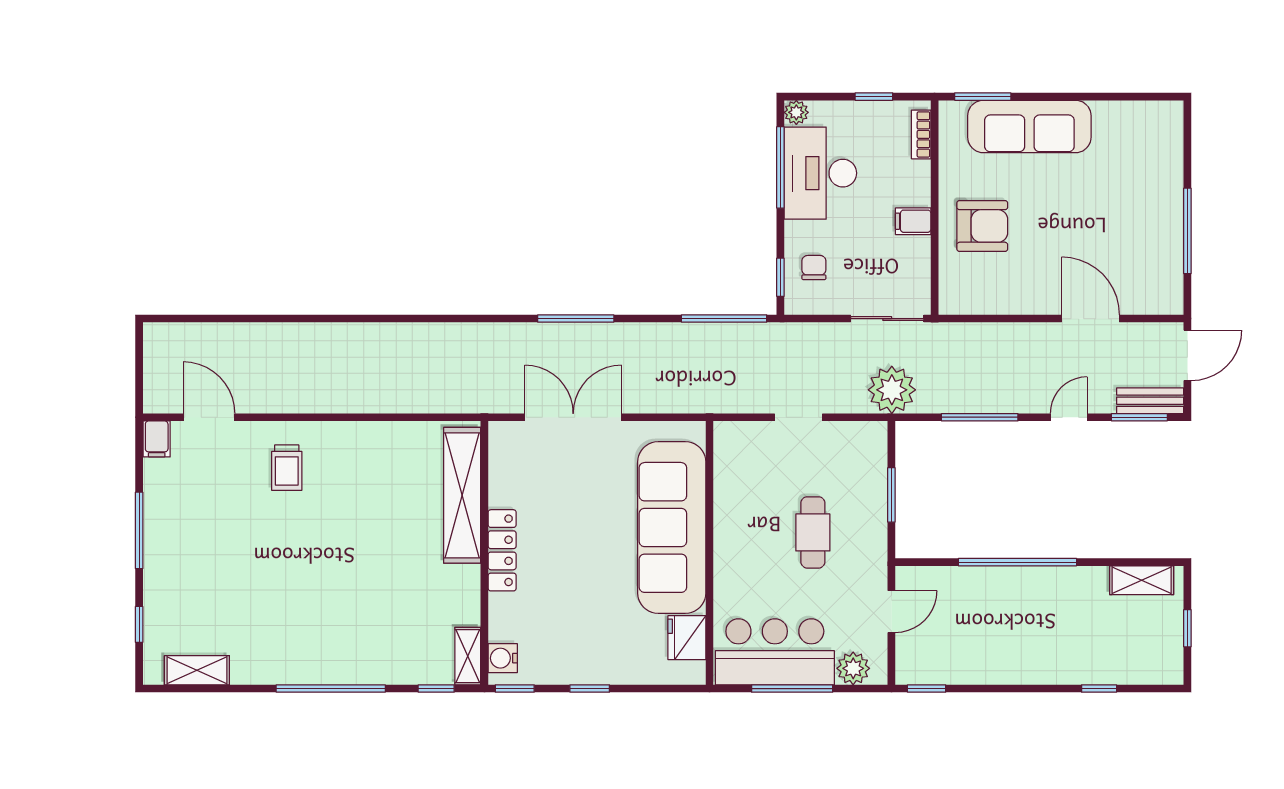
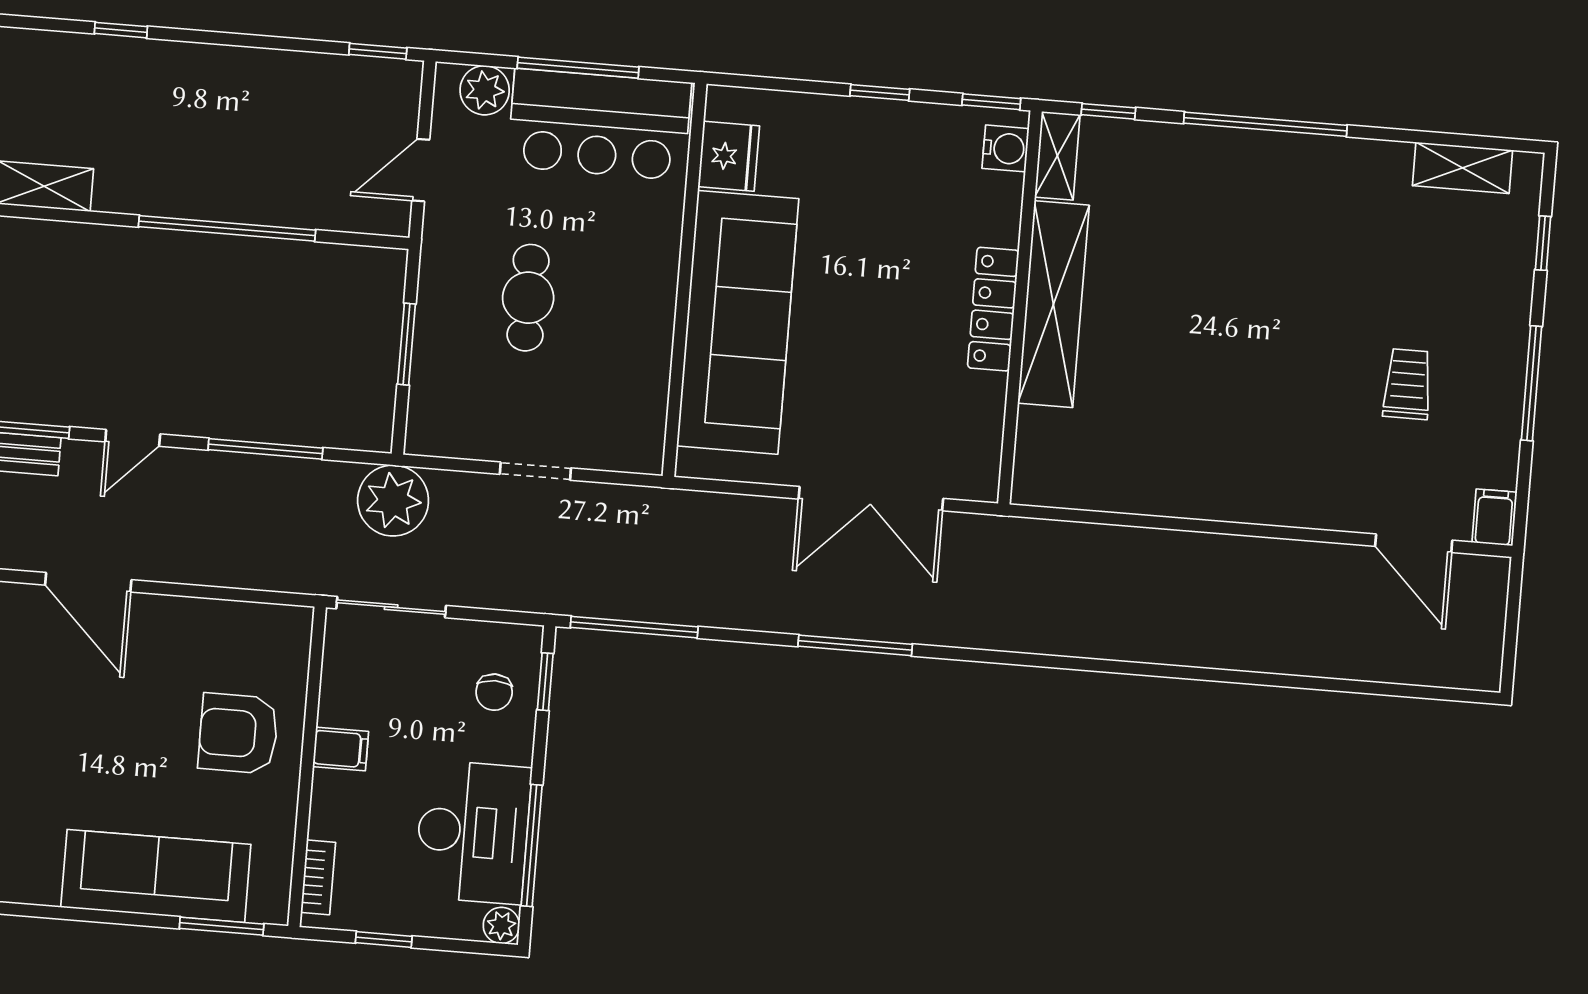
trolley: (287, 468) -> (1408, 384), moved
shelving: (462, 495) -> (1053, 304), moved

